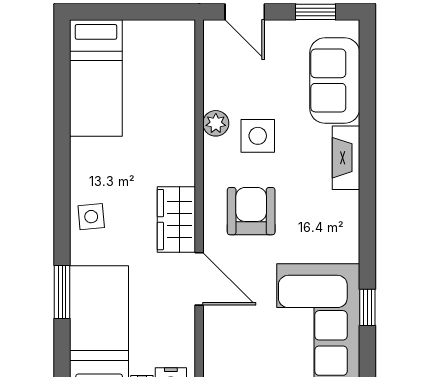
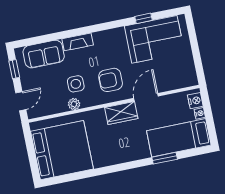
bed: (96, 78) -> (62, 150), width x2.04
side table: (91, 217) -> (128, 152), removed

